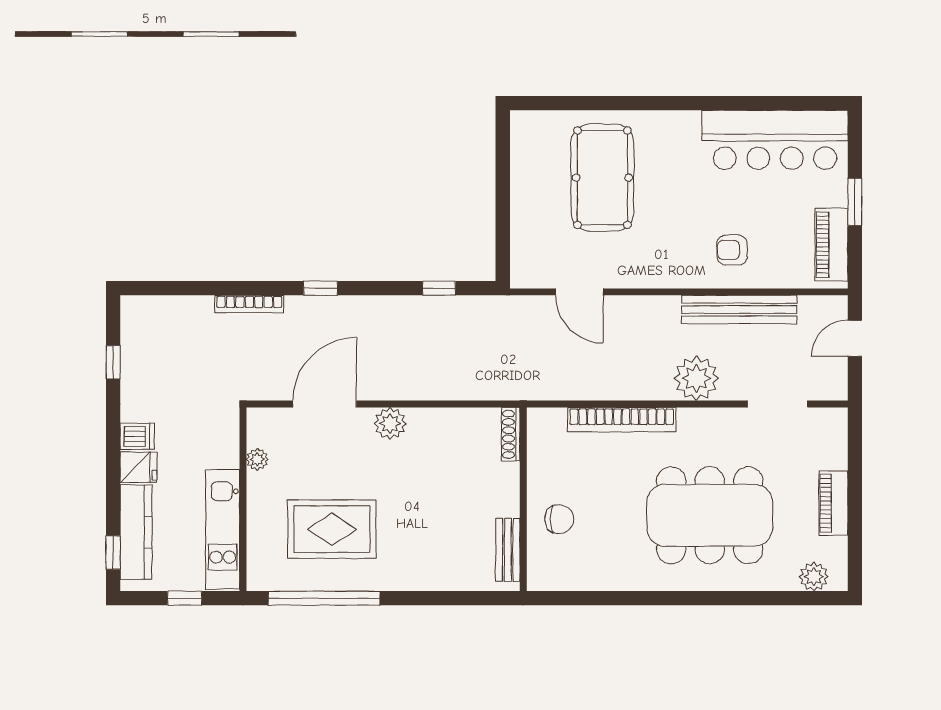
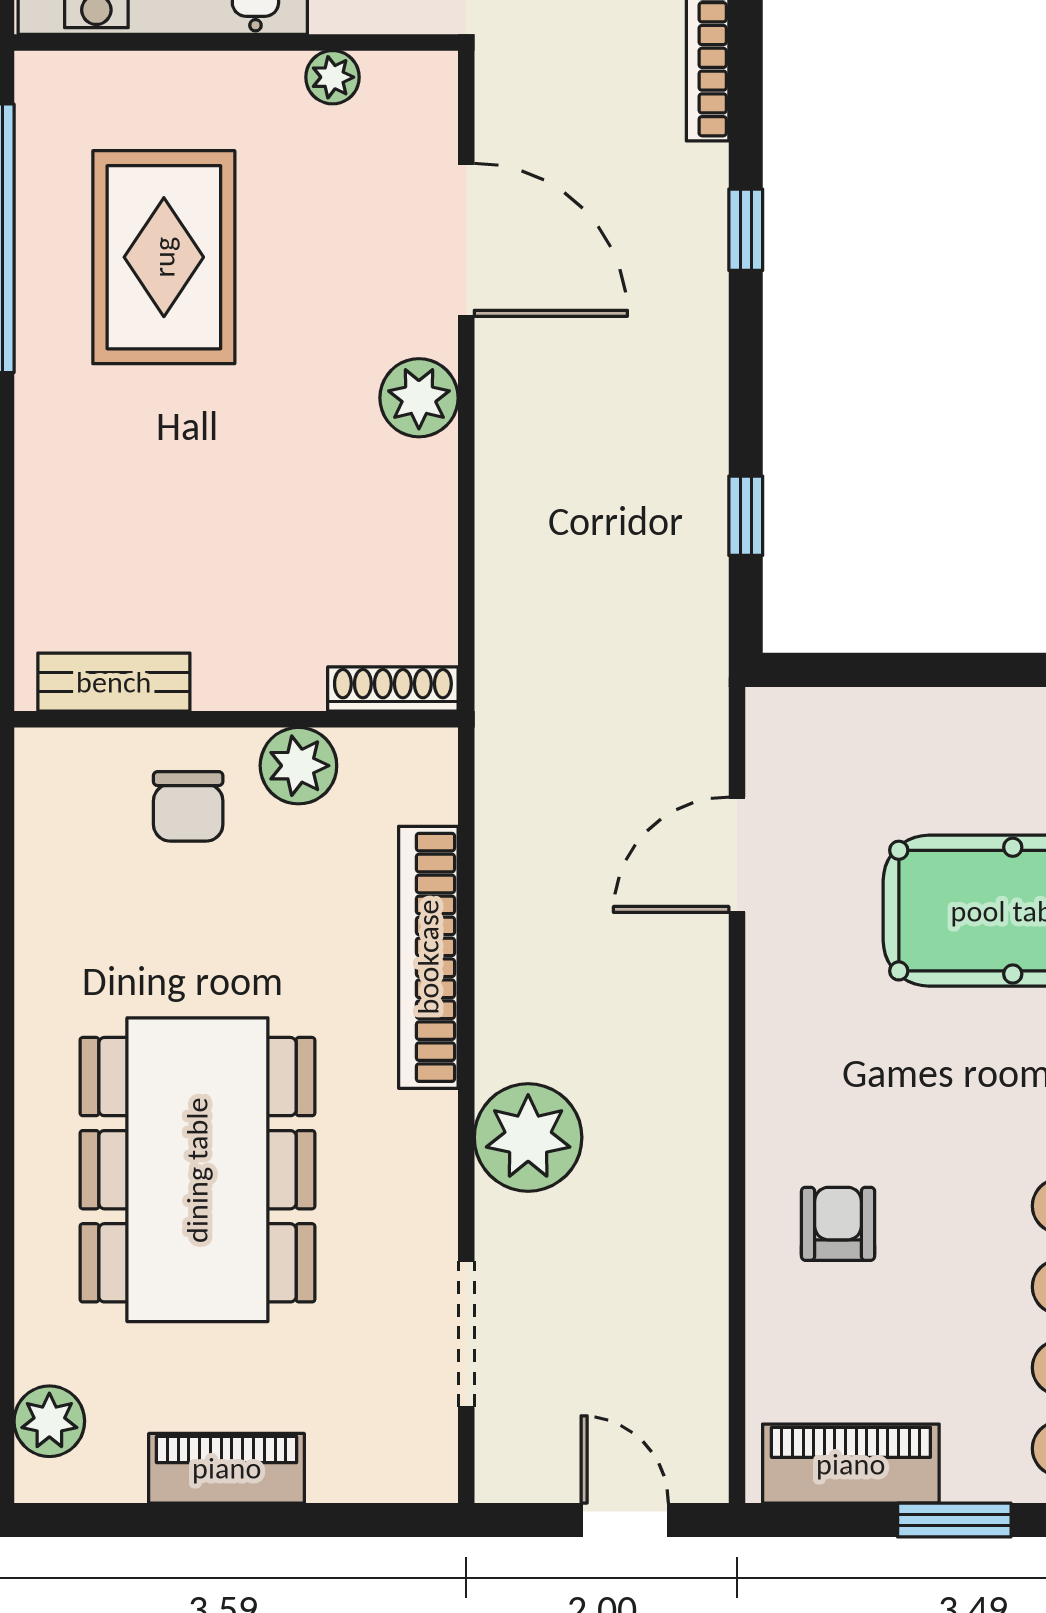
bench: (739, 310) -> (694, 1241), removed
plant: (542, 473) -> (298, 766), added

